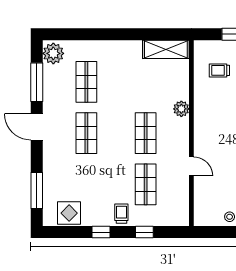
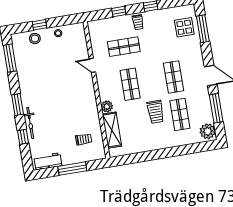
shelving: (166, 49) -> (112, 130), moved, turned 90
trolley: (118, 91) -> (155, 112), added
shop shelf: (146, 184) -> (124, 47), turned 90
display table: (69, 213) -> (184, 27), moved

